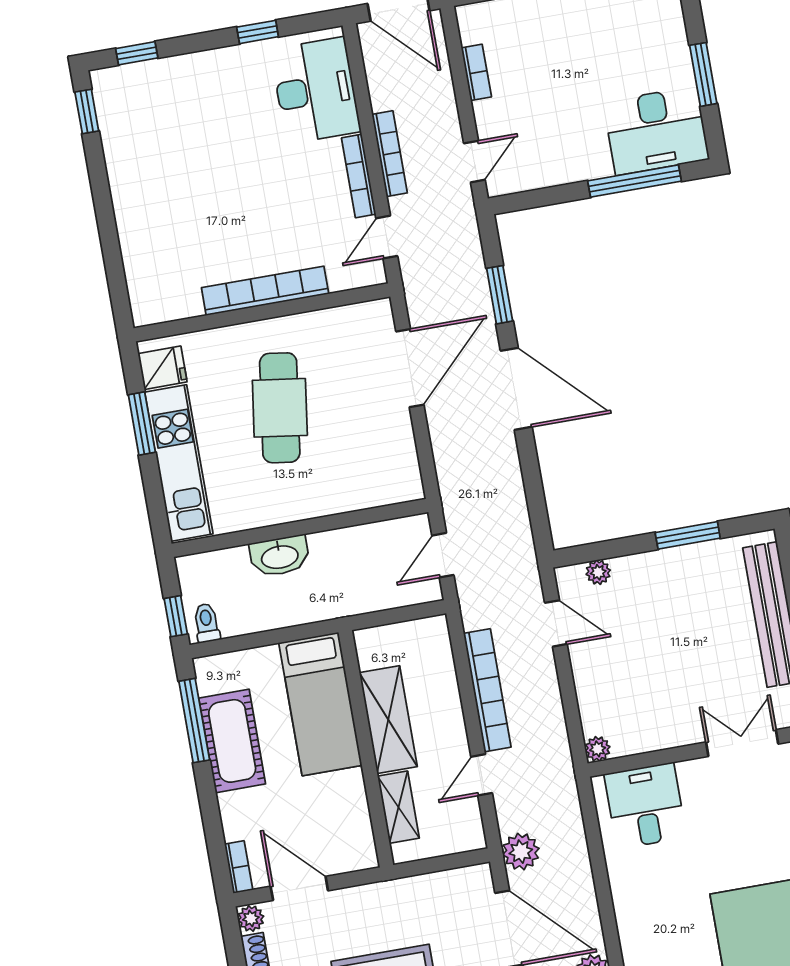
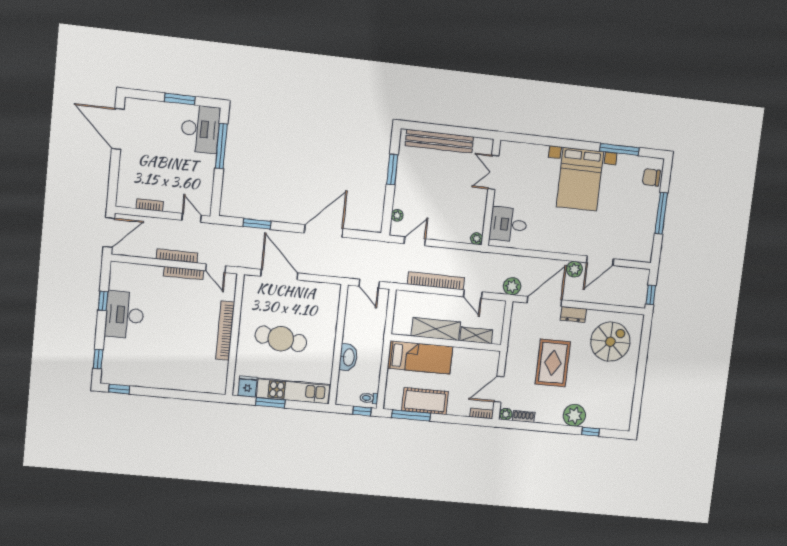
desk: (316, 91) -> (125, 315), moved, turned -90
door: (516, 389) -> (324, 231), moved

